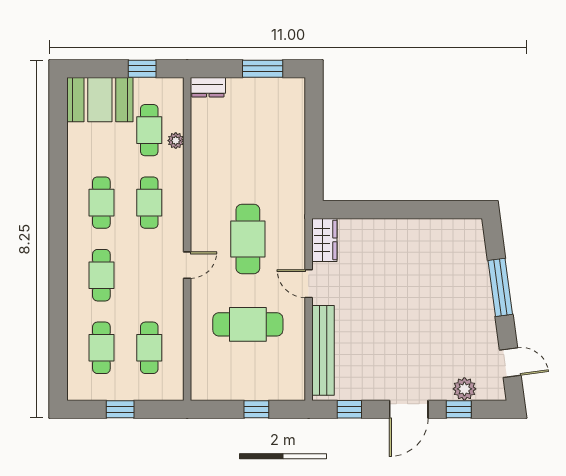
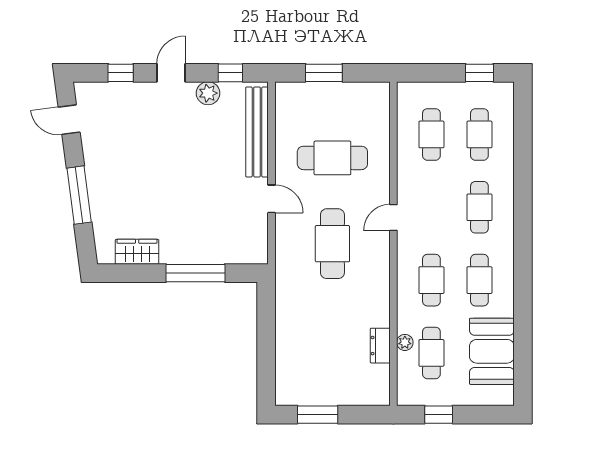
dresser: (208, 87) -> (380, 346), moved, turned -90
booth: (100, 100) -> (492, 351), moved, turned 90
window: (384, 210) -> (195, 273), added
wardrobe: (324, 240) -> (137, 252), moved, turned 90
plant: (464, 389) -> (208, 93), moved
window: (120, 409) -> (479, 73), moved
window: (256, 409) -> (324, 73), width x1.50
door: (409, 409) -> (171, 73), width x0.73

